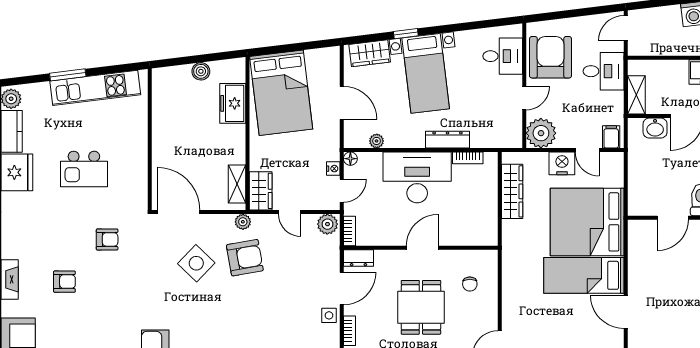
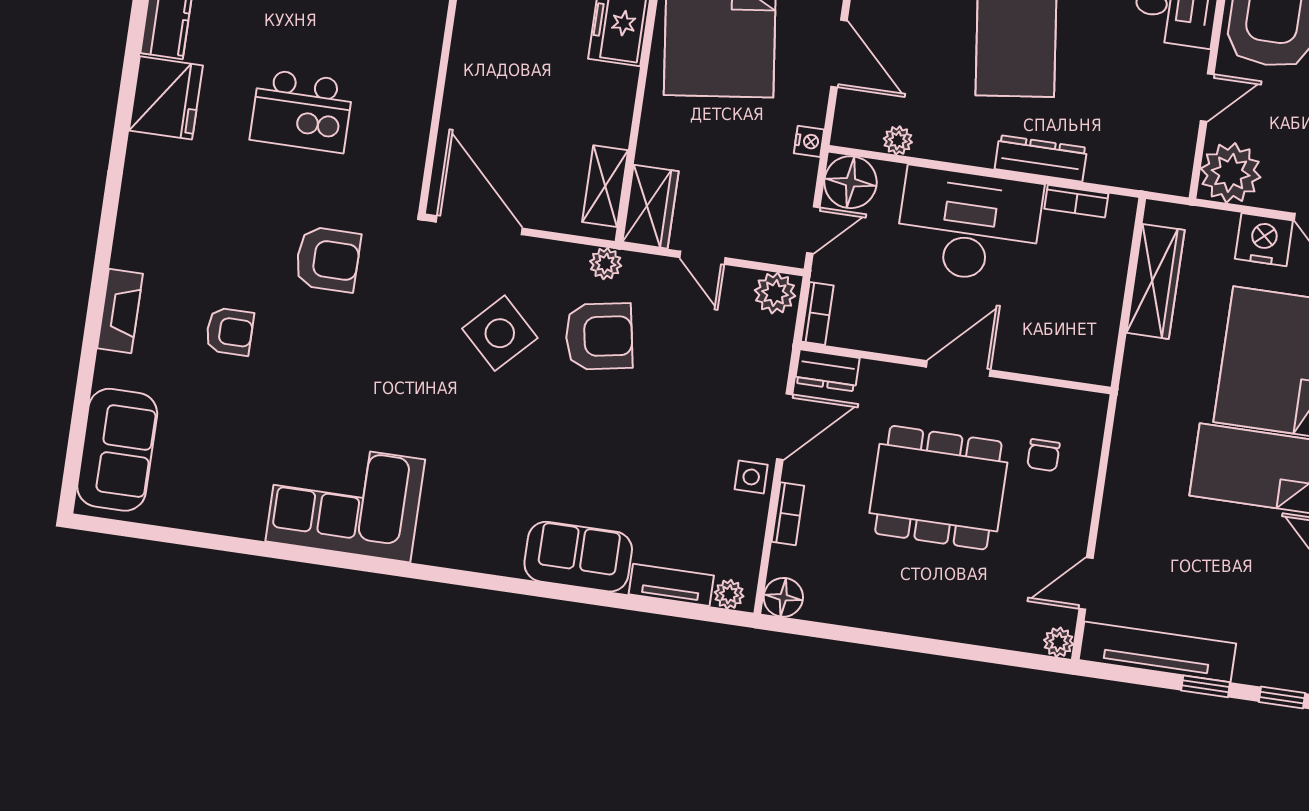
floor lamp: (350, 159) -> (850, 182), width x1.89, depth x1.89
nightstand: (333, 169) -> (809, 141), moved
armchair: (107, 239) -> (328, 259), width x1.38, depth x1.38
dining table: (421, 307) -> (938, 488), width x1.38

